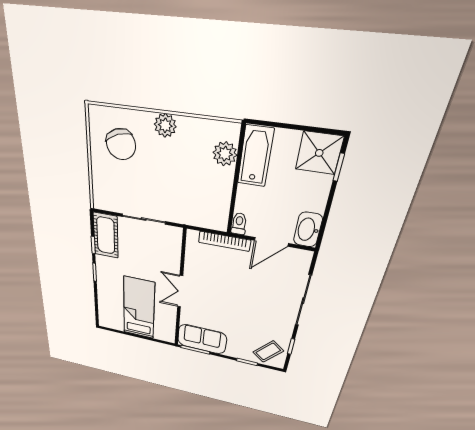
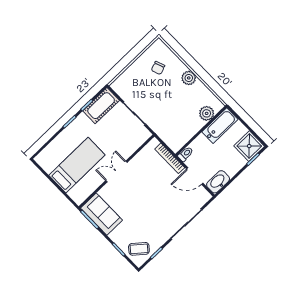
chair: (121, 144) -> (158, 68), width x0.54, depth x0.54

